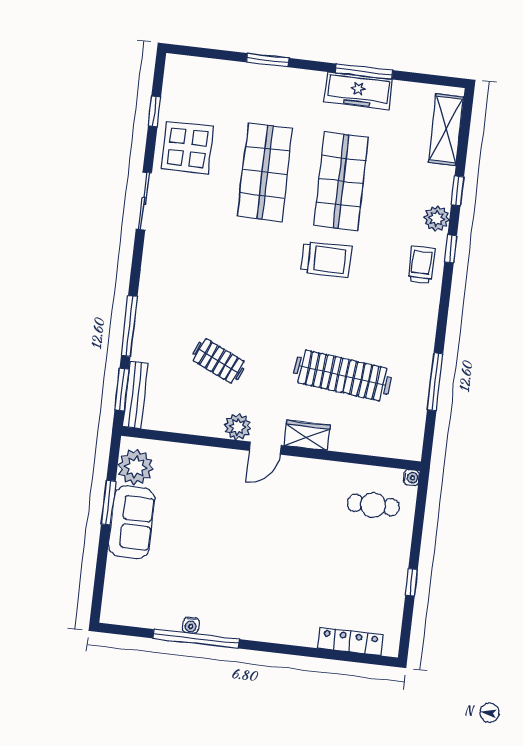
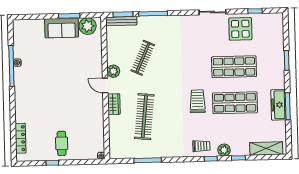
trolley: (326, 259) -> (198, 101), turned 180
clothes rail: (219, 361) -> (143, 58), width x1.36
cafe table: (373, 505) -> (62, 143), moved

